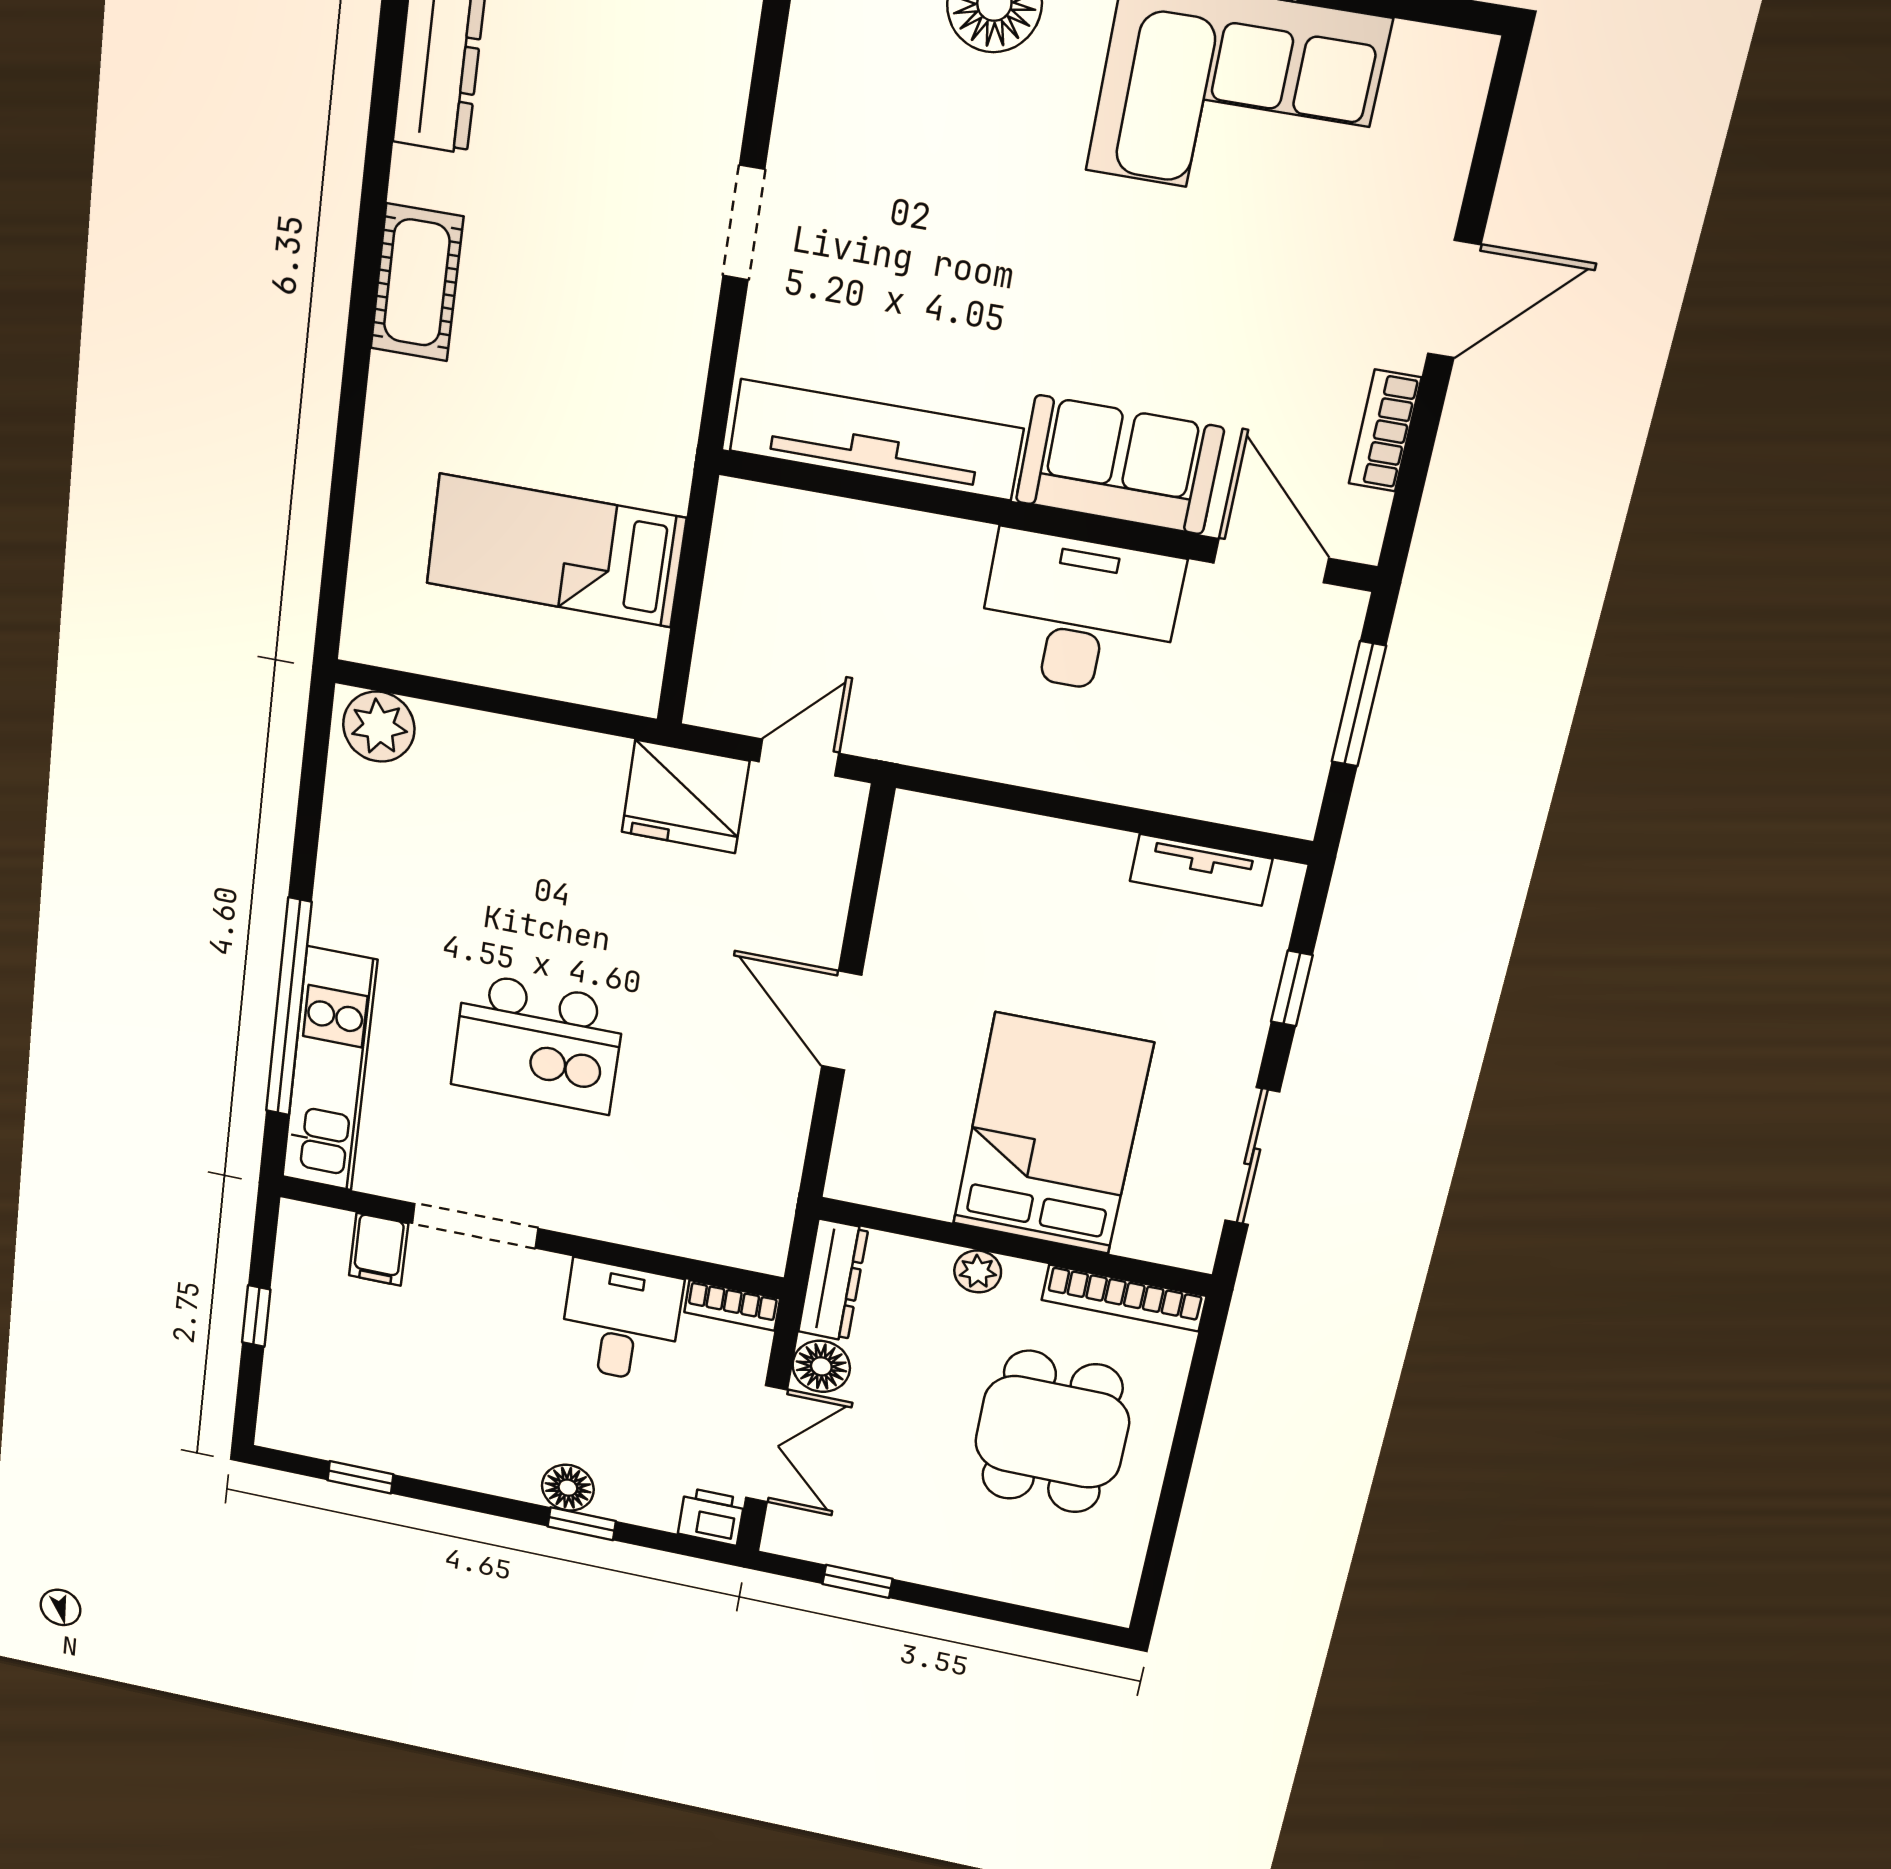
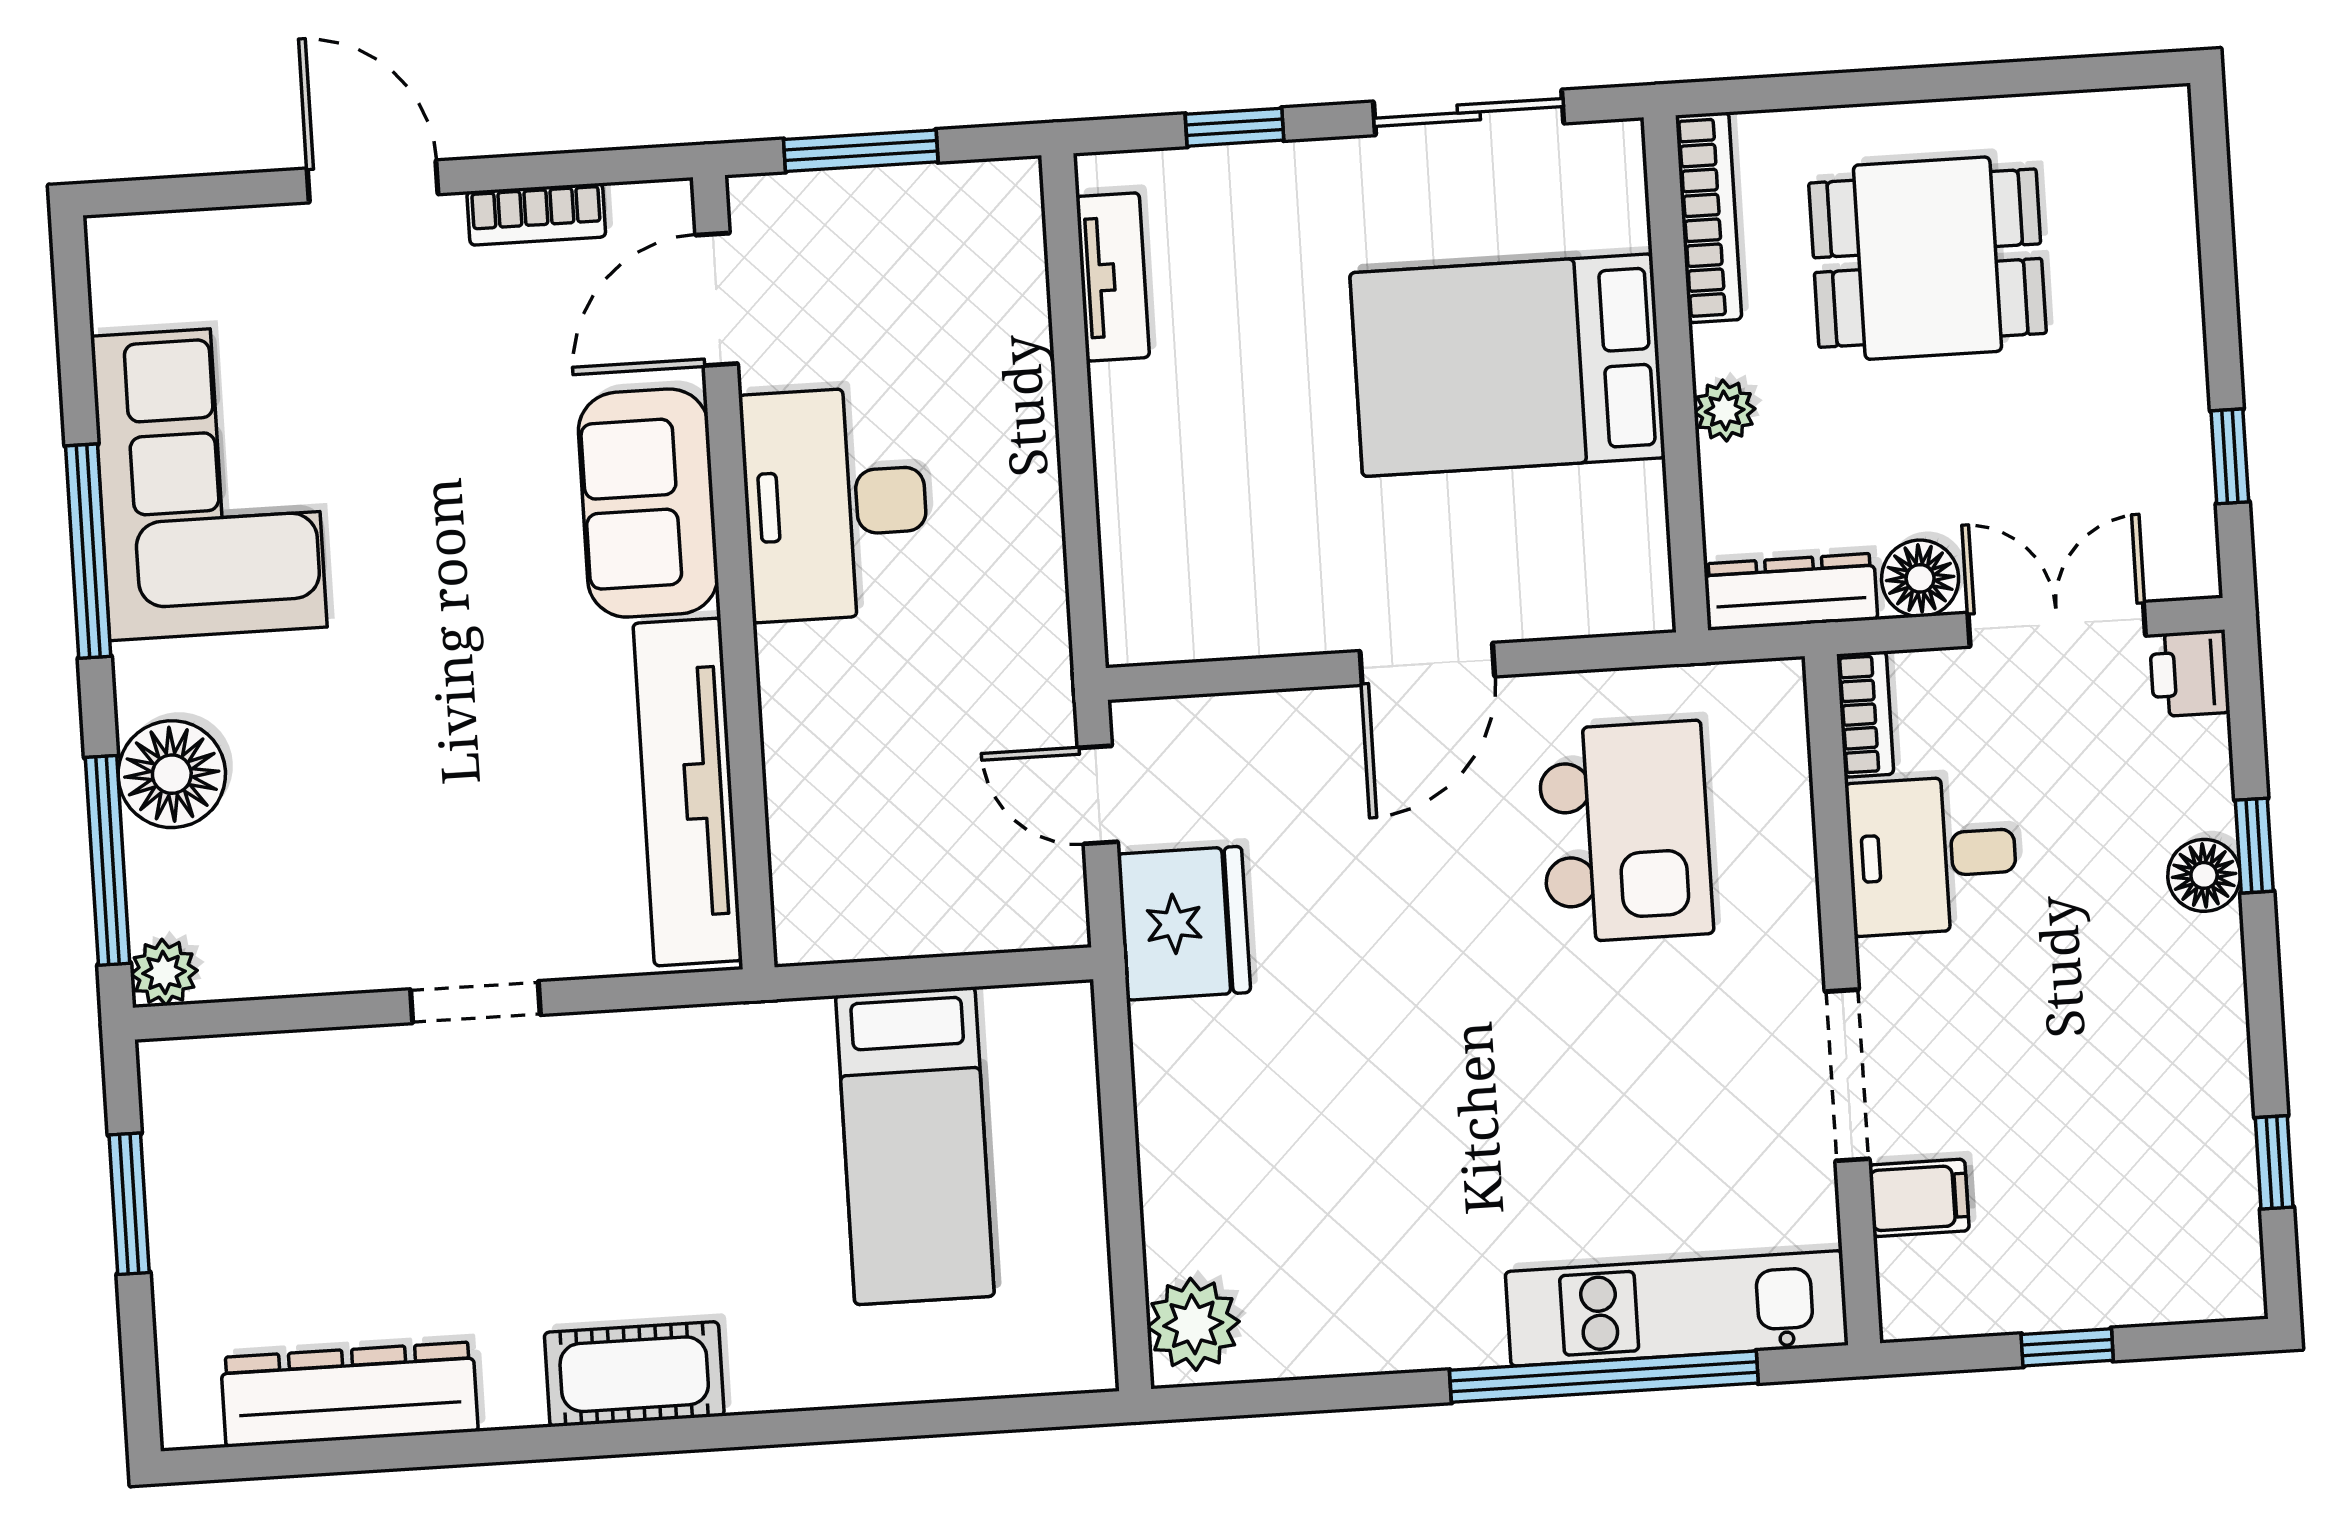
kitchen island: (538, 1043) -> (1625, 832), moved

